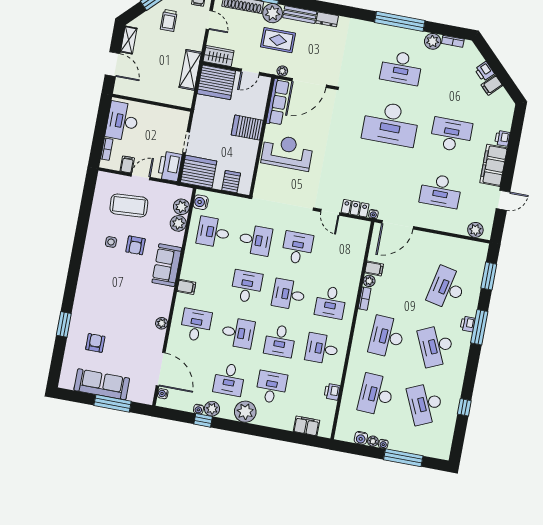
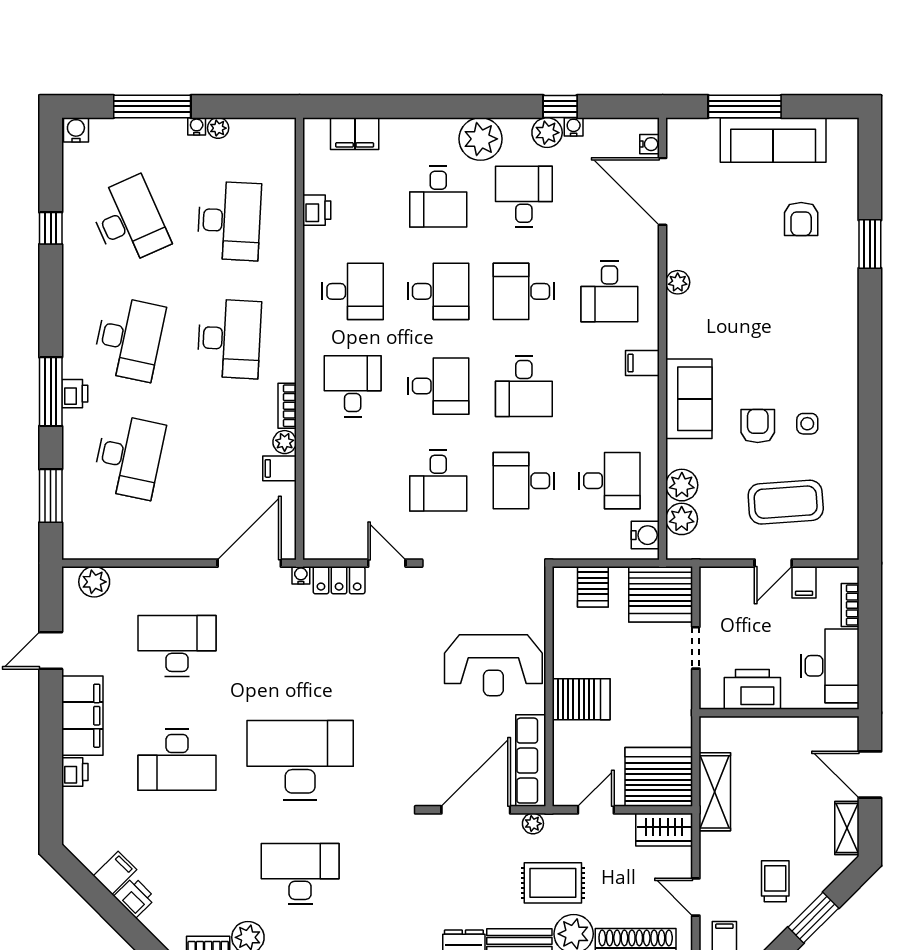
printer: (170, 166) -> (752, 689), moved, turned -90
desk: (280, 341) -> (438, 291), turned 90
desk: (436, 346) -> (129, 339), turned 36
water cooler: (361, 438) -> (76, 130), moved

